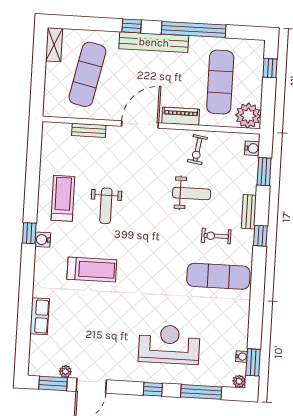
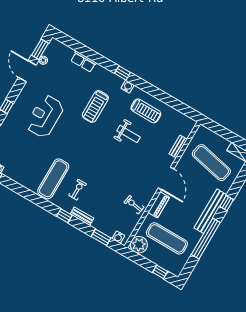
weight bench: (192, 193) -> (110, 188), removed
weight bench: (106, 206) -> (129, 134), turned 180
window: (29, 233) -> (123, 73), moved
reception desk: (169, 344) -> (45, 116), moved, turned 180

